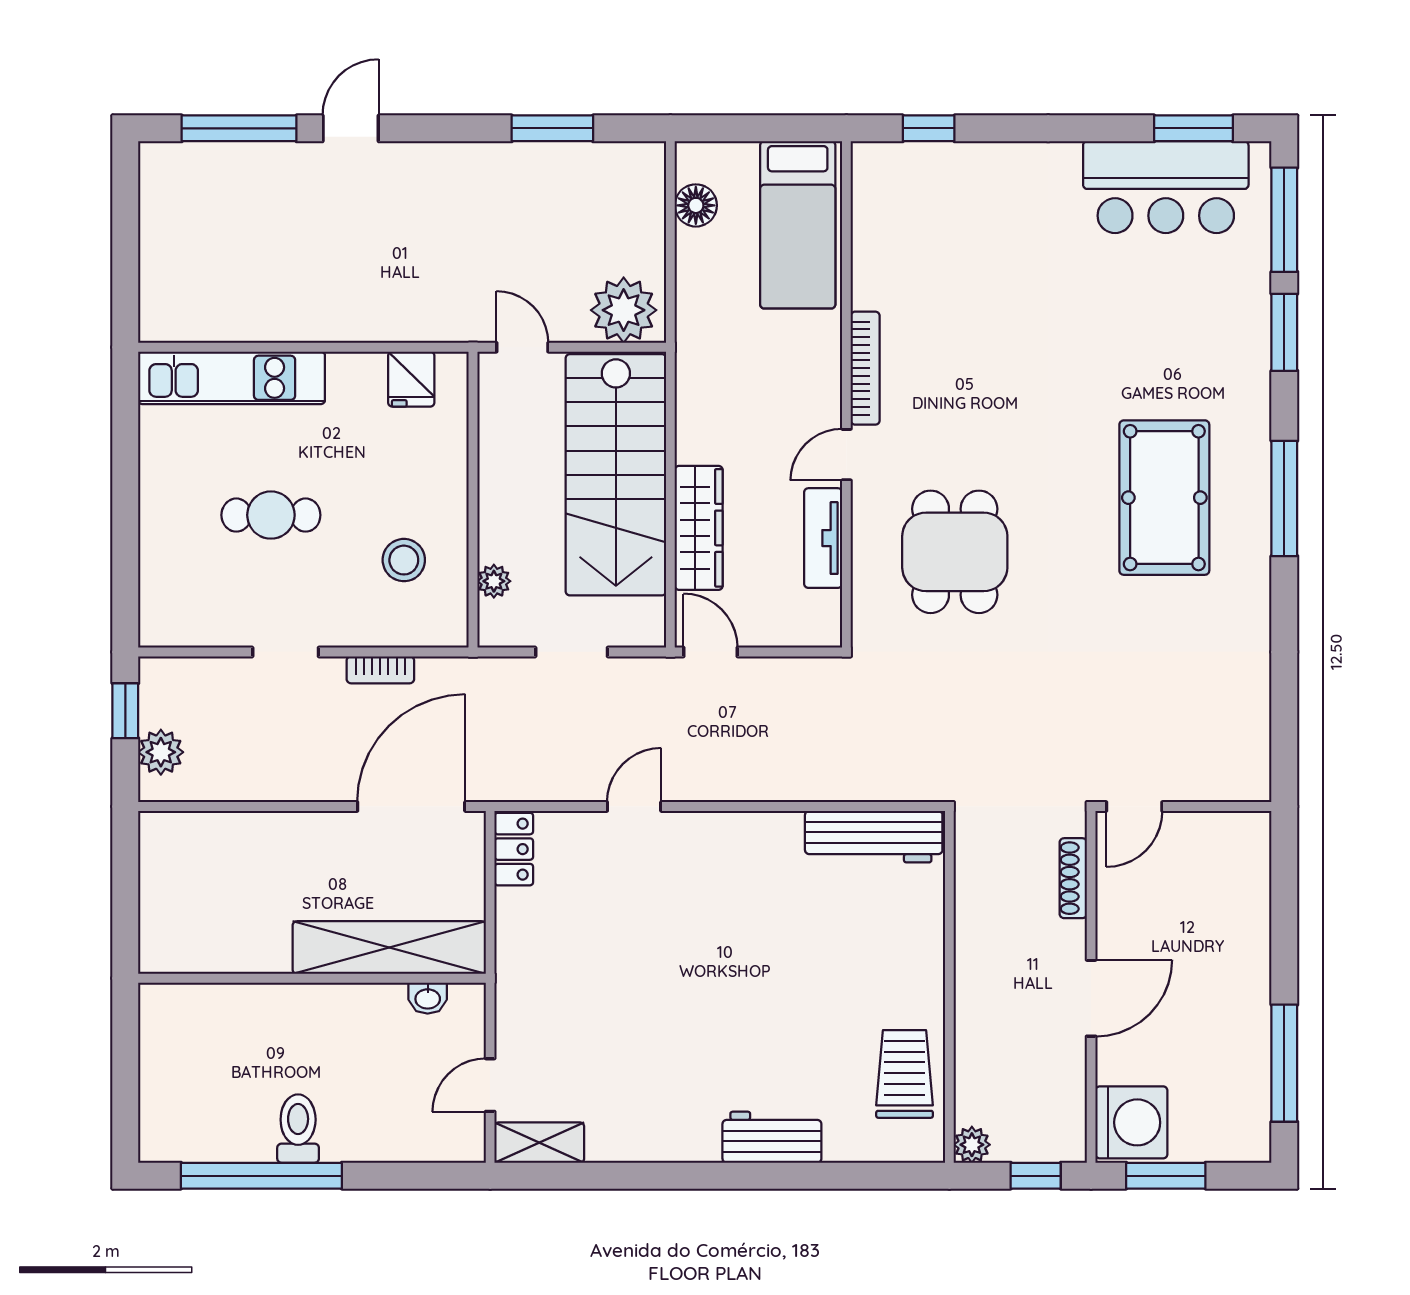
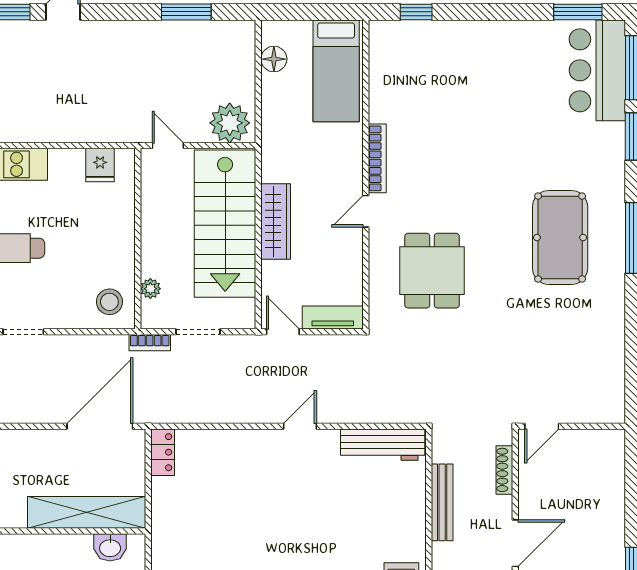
bar counter: (1166, 187) -> (597, 70), moved, turned 90
wardrobe: (699, 528) -> (276, 221), moved
tv unit: (823, 538) -> (333, 318), moved, turned 90
stool: (404, 560) -> (109, 302), moved
bookcase: (380, 670) -> (150, 343), moved
door: (634, 807) -> (300, 426), moved
bench: (971, 931) -> (442, 502), added
washbasin: (428, 998) -> (110, 547), width x1.38, depth x1.45

